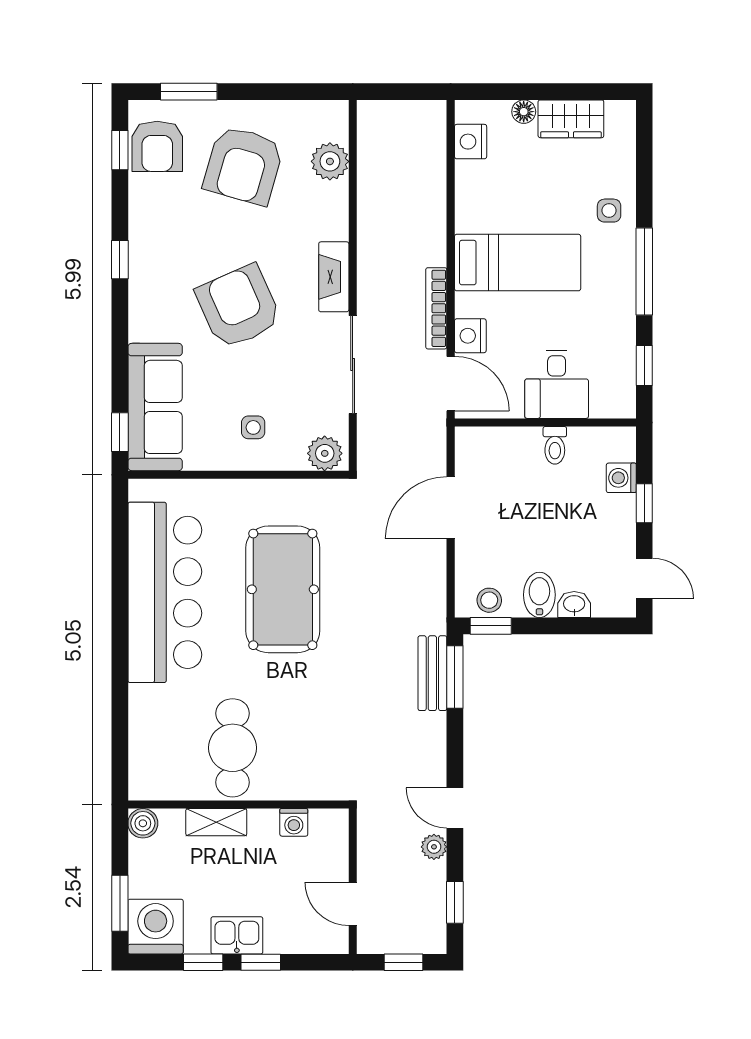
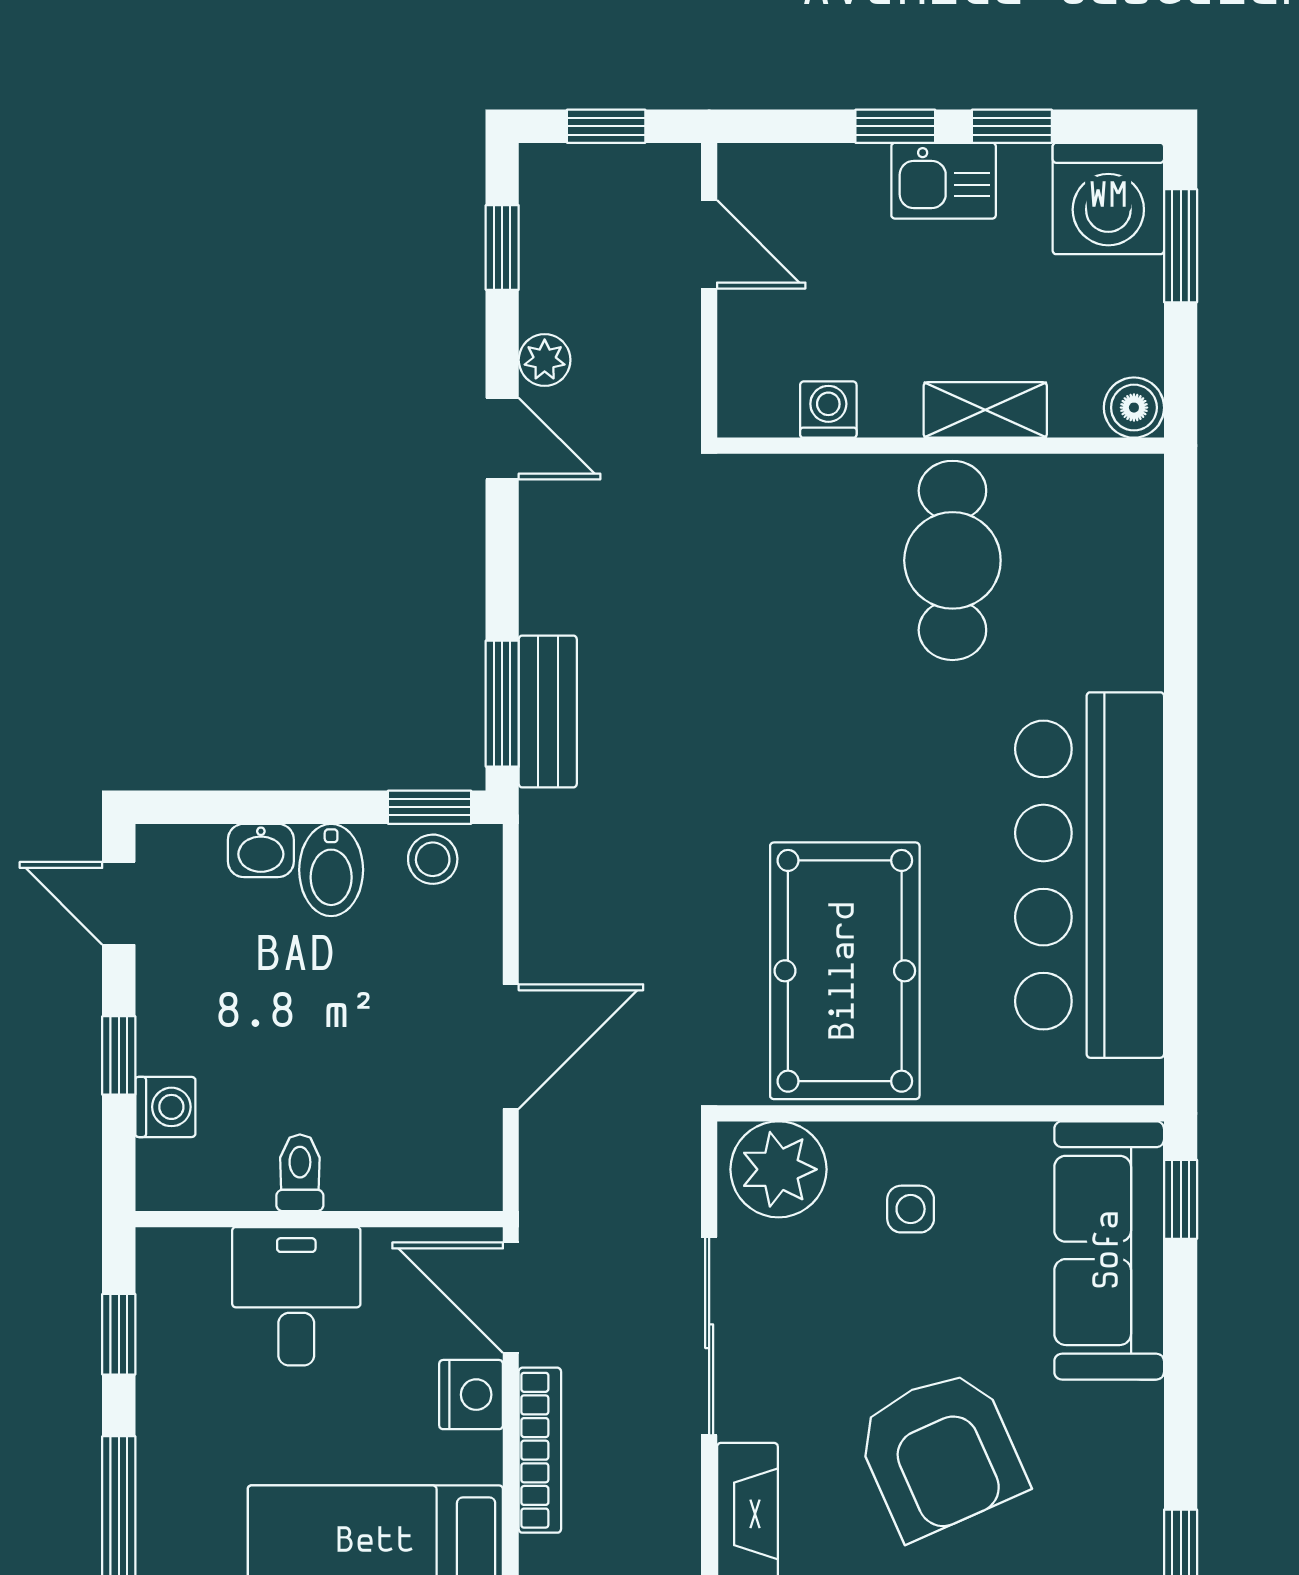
plant: (325, 453) -> (779, 1169), width x1.36, depth x1.36
pool table: (283, 589) -> (845, 971), moved

